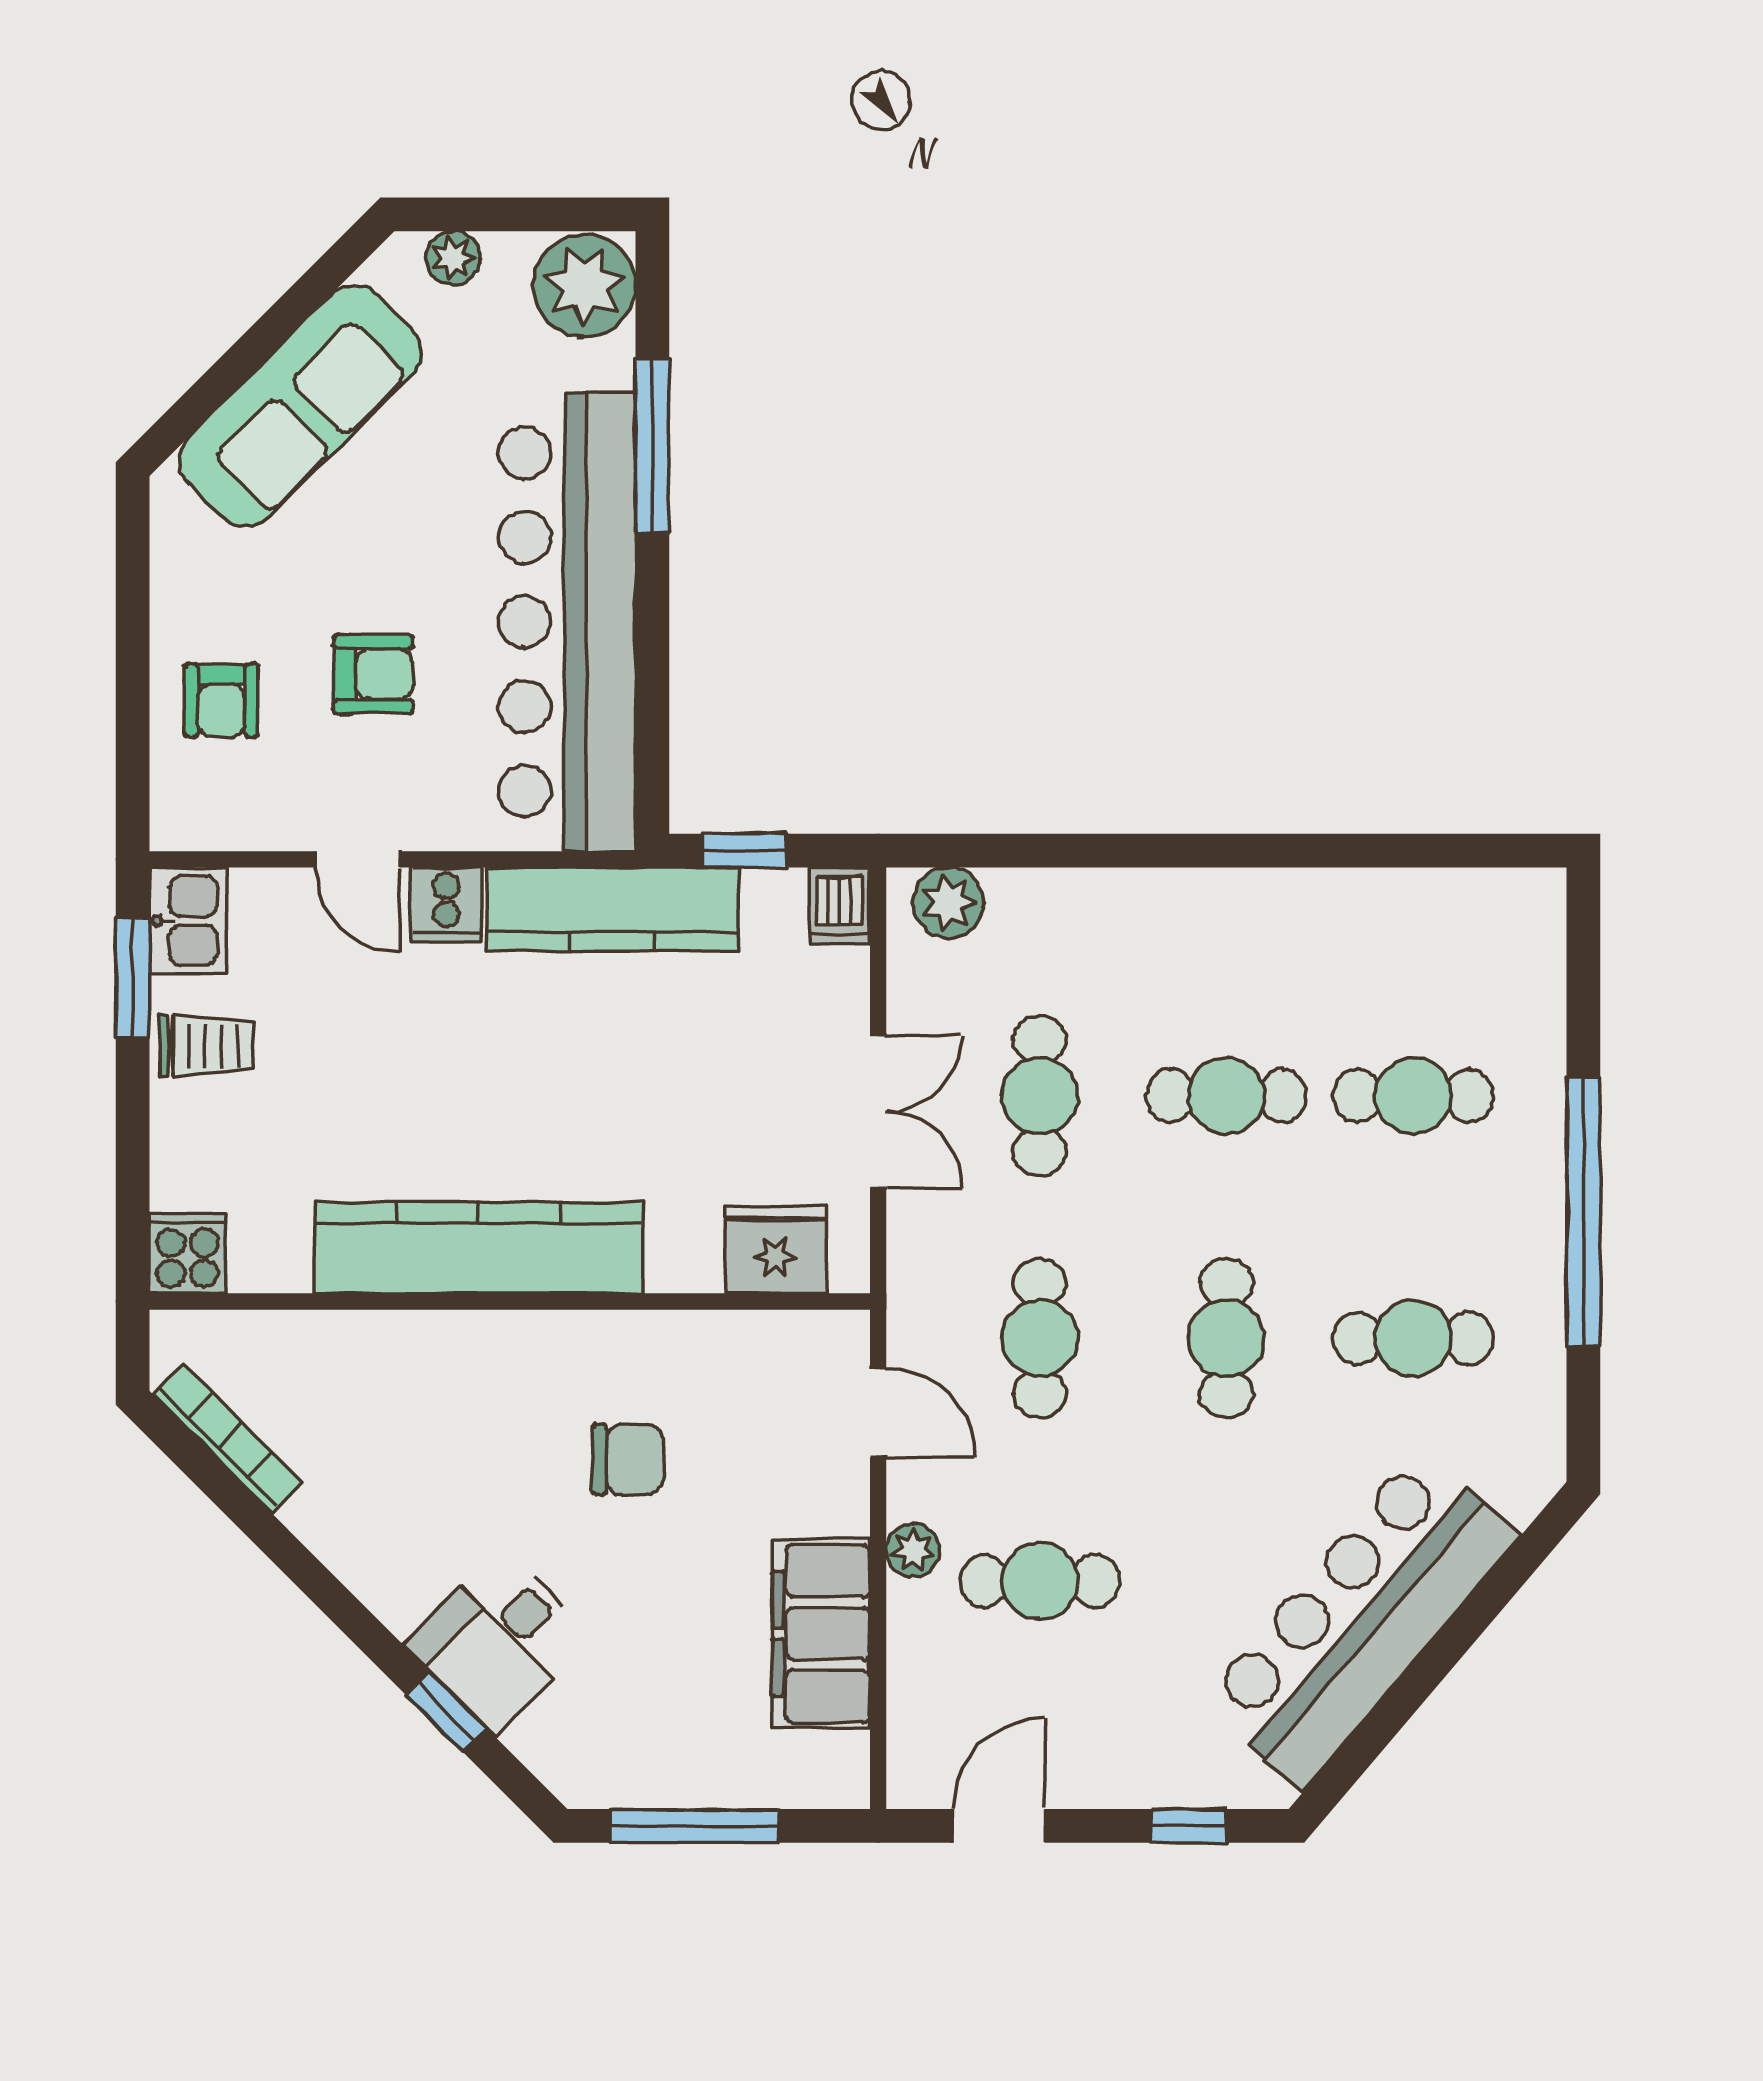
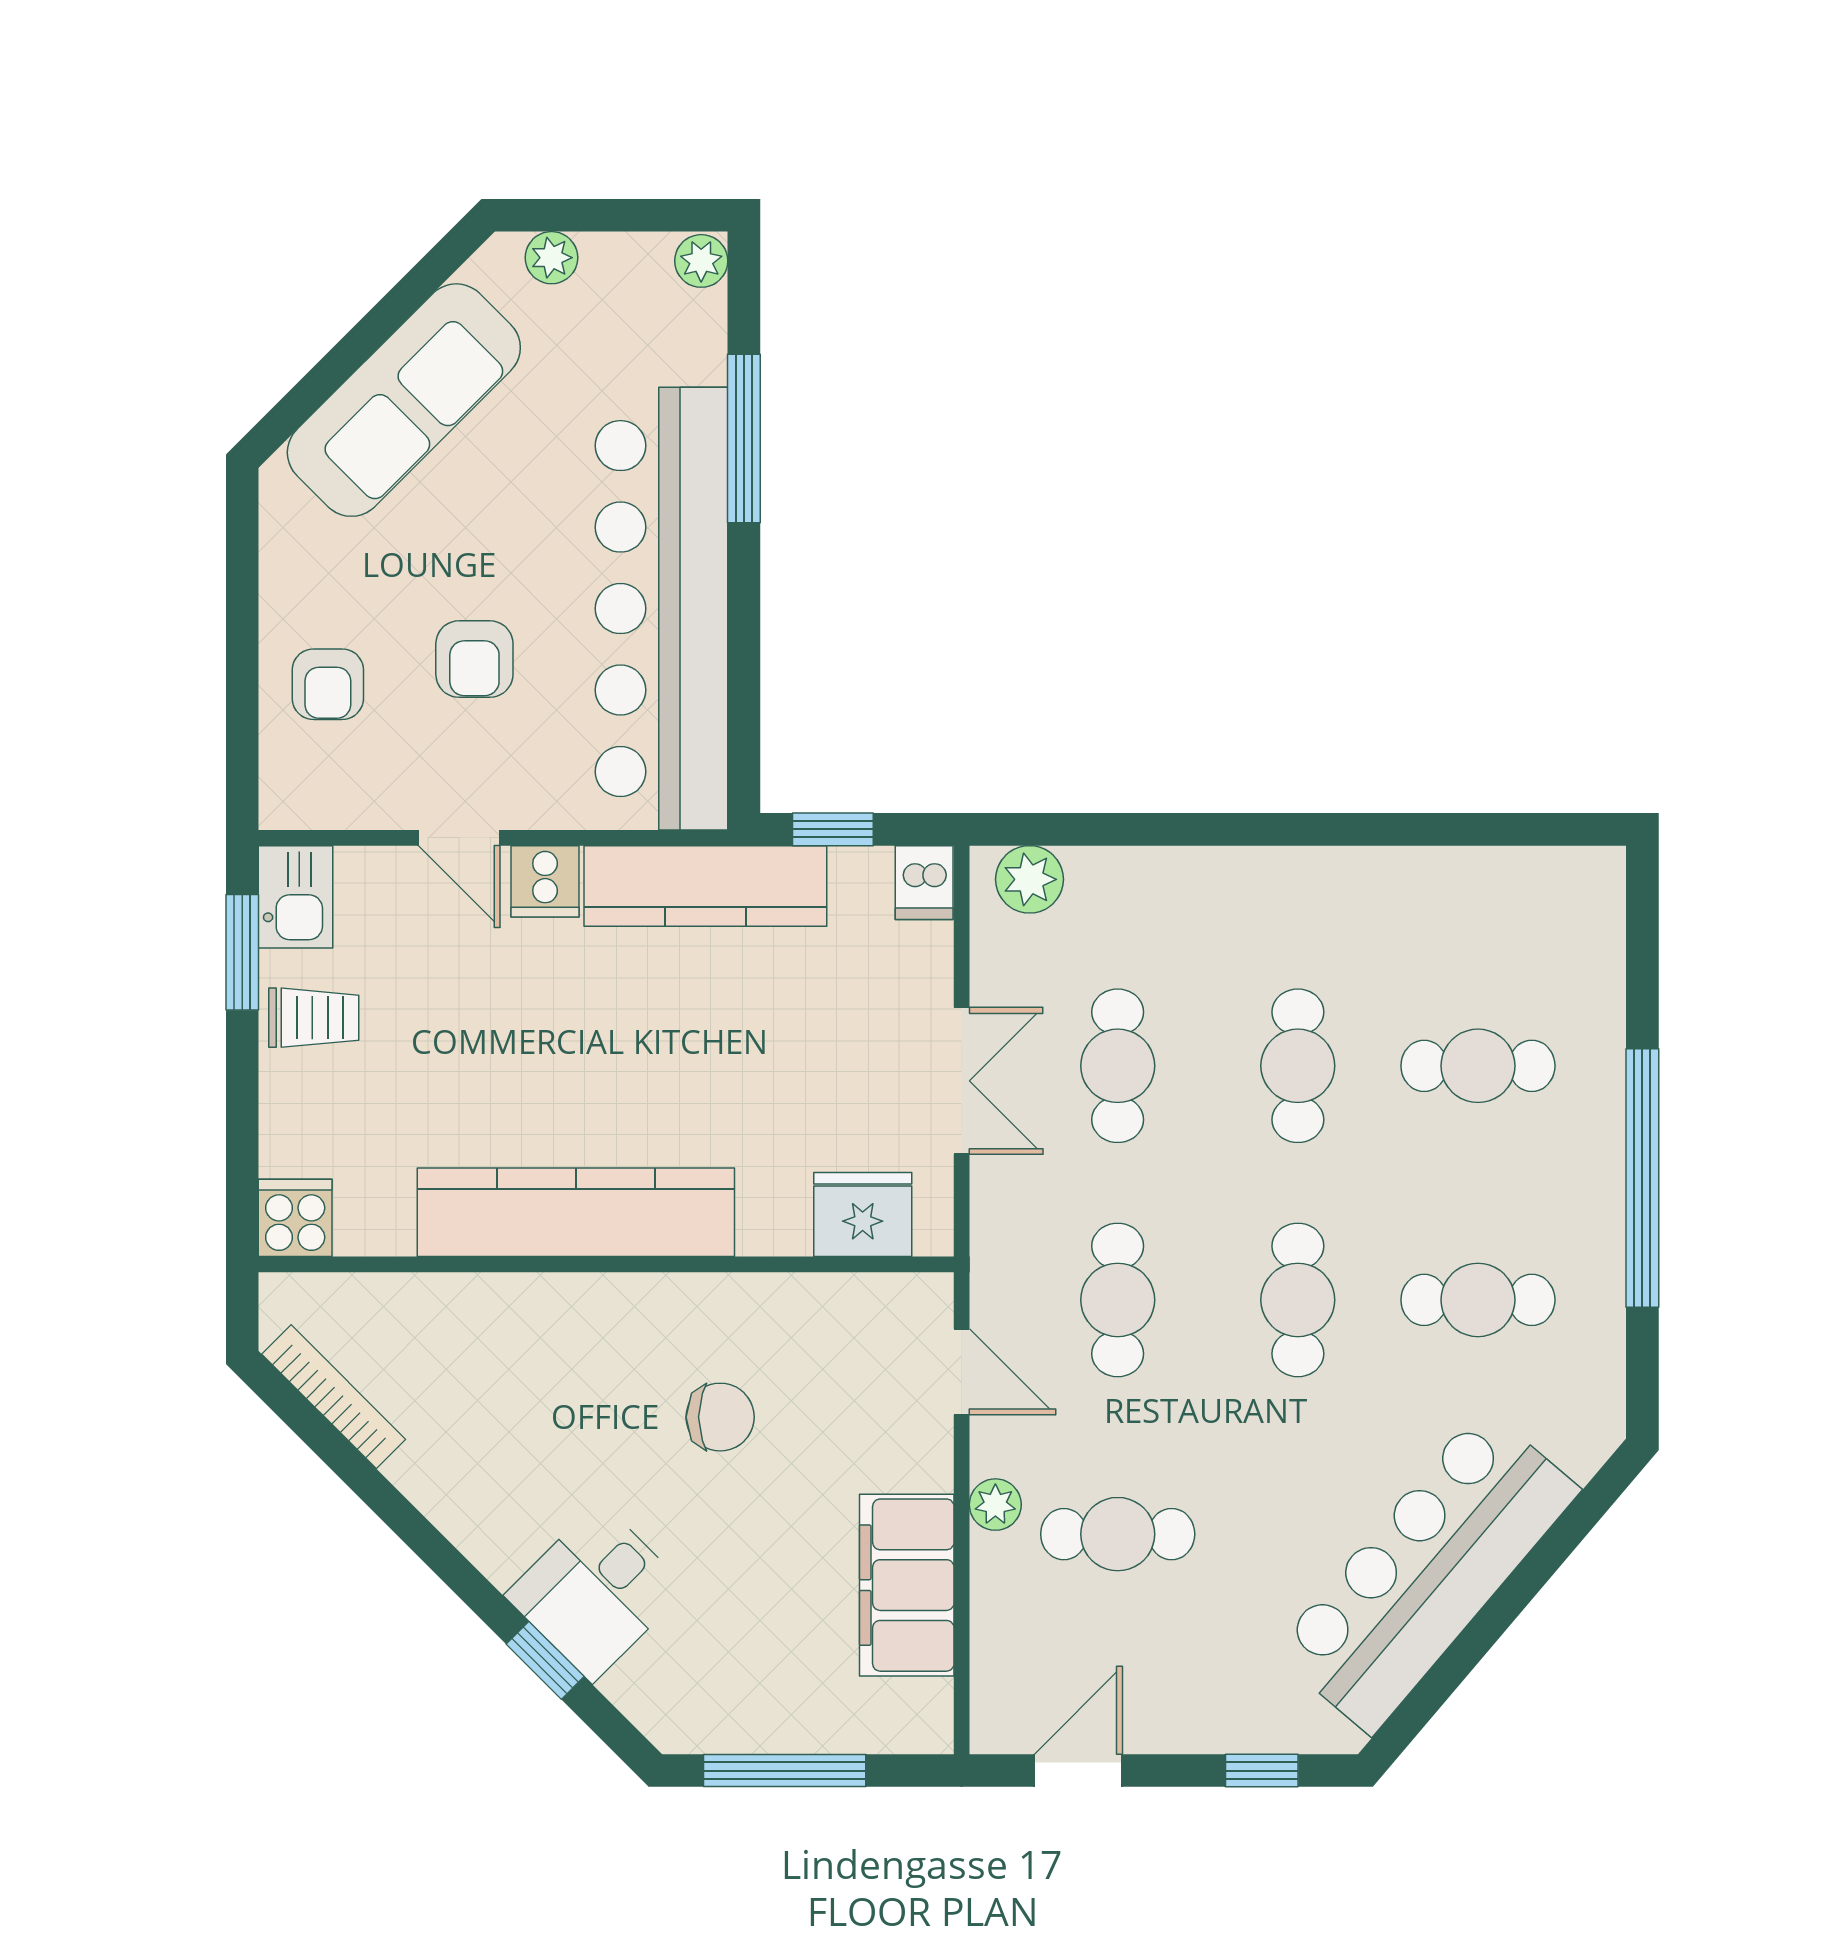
plant: (584, 286) -> (701, 261), width x0.53, depth x0.53
armchair: (373, 674) -> (474, 659), turned 90
cafe table: (1226, 1096) -> (1298, 1066), turned 90

